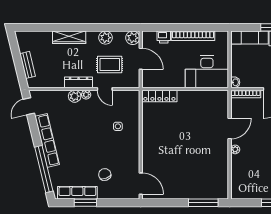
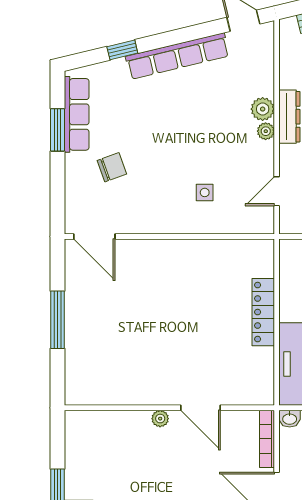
door: (105, 89) -> (277, 191), moved
locker: (159, 96) -> (263, 312), moved
window: (44, 169) -> (122, 50), width x0.32
door: (141, 184) -> (94, 236), hinge flipped
window: (203, 203) -> (57, 320), moved

